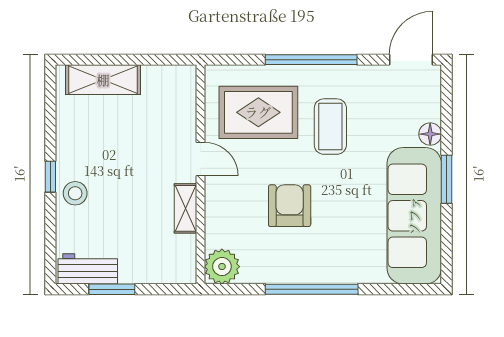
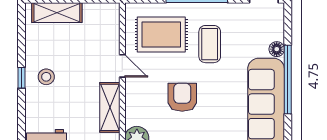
window: (447, 179) -> (288, 79), width x2.11
stool: (75, 193) -> (46, 77), moved
shelving: (186, 208) -> (110, 107), width x1.50, depth x1.33

